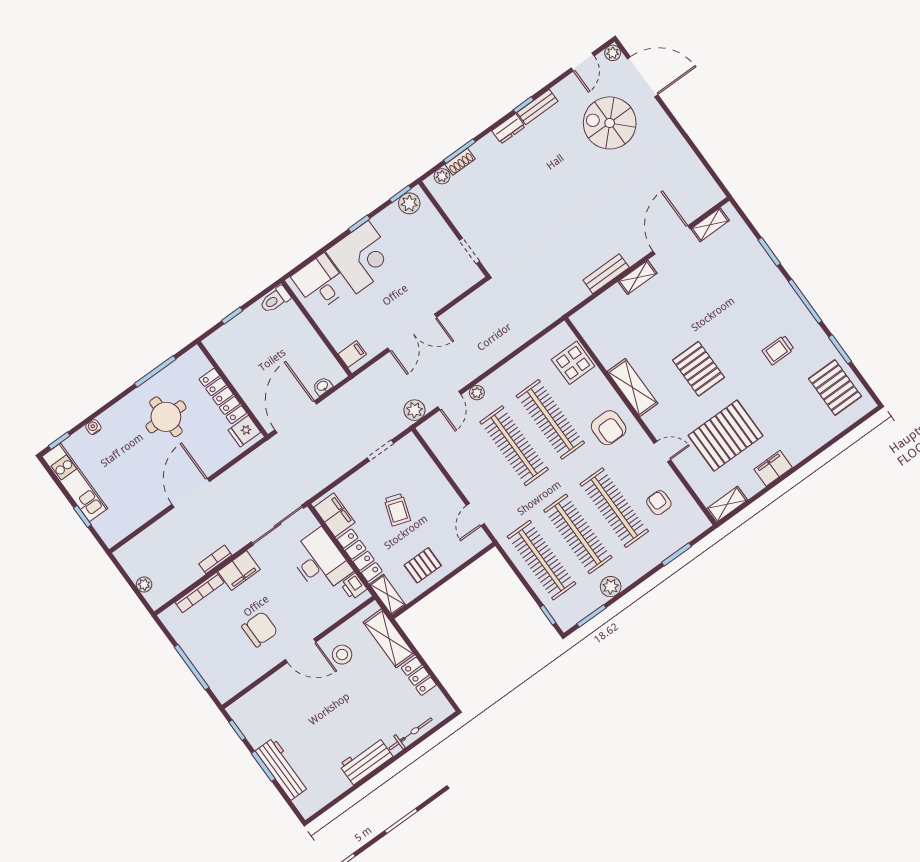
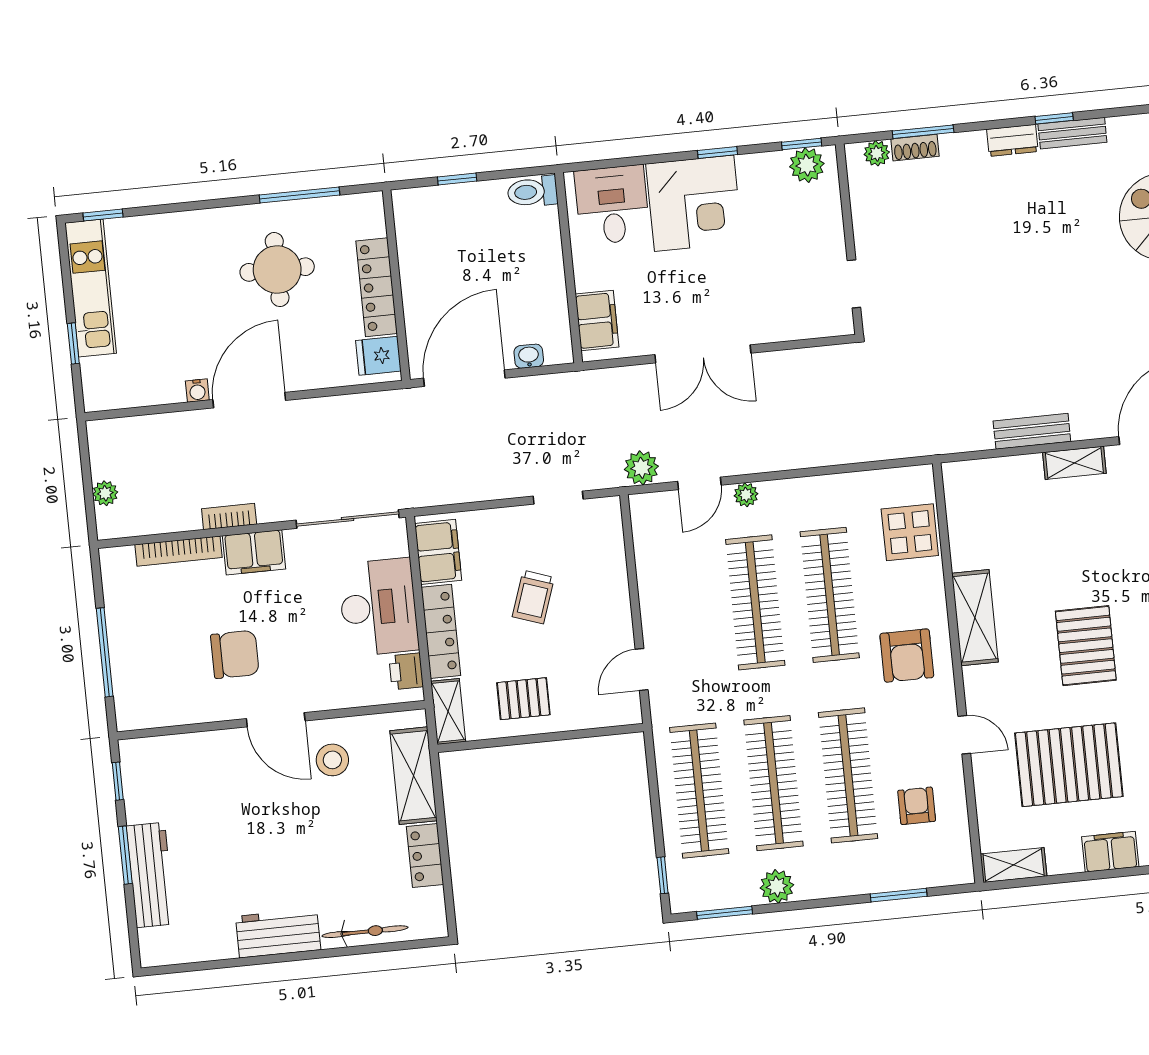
filing cabinet: (352, 354) -> (597, 321), width x2.00
water cooler: (93, 427) -> (197, 391), moved, turned 180

